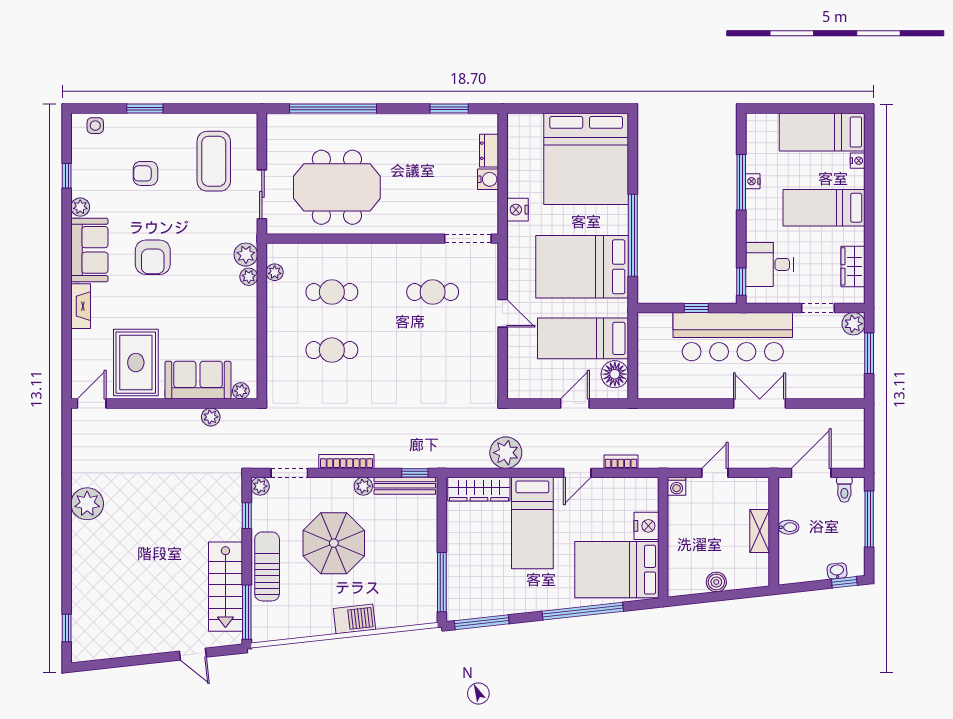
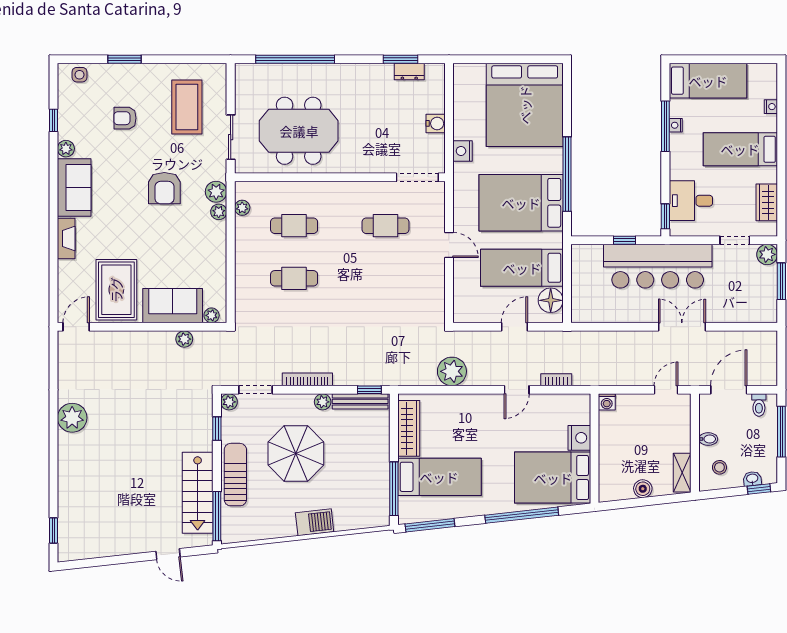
bed: (822, 132) -> (708, 81), moved, turned 180
dresser: (489, 151) -> (409, 72), moved, turned -90
armchair: (153, 257) -> (164, 188), moved
door: (715, 473) -> (666, 390), moved
wardrobe: (479, 489) -> (409, 428), moved, turned -90
bed: (532, 523) -> (439, 477), moved, turned -90
shelving: (760, 531) -> (682, 473), moved
stool: (801, 558) -> (719, 467), added

